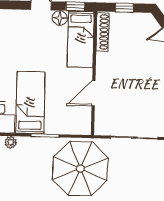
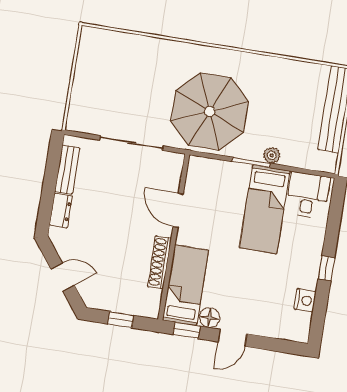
shoe rack: (102, 32) -> (159, 262), moved
door: (94, 93) -> (178, 211), swing flipped
plant: (11, 142) -> (272, 155), moved

